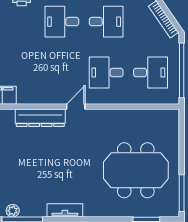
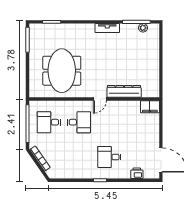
desk: (62, 22) -> (109, 157), turned 180
desk: (106, 22) -> (79, 157), removed
meeting table: (136, 170) -> (62, 71), moved, turned 90

